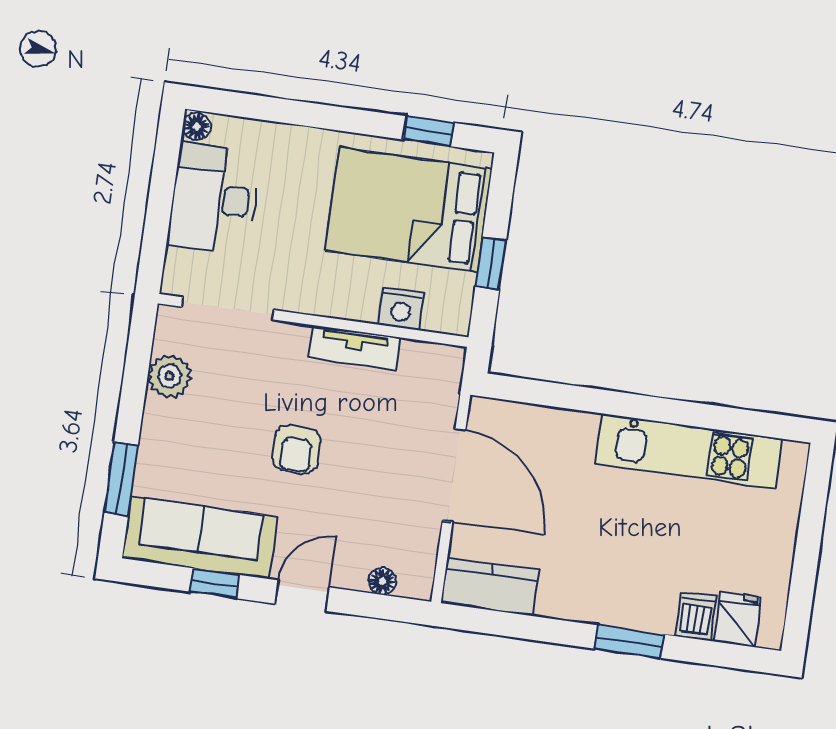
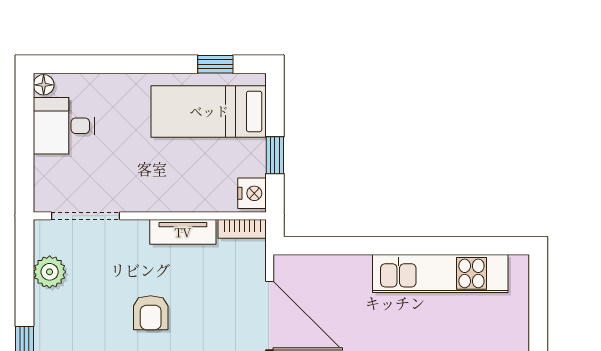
desk: (214, 199) -> (64, 126), width x0.73
bed: (409, 210) -> (209, 111), width x0.67
nightstand: (401, 309) -> (252, 193), moved, turned -90
bookcase: (434, 355) -> (242, 229), added

